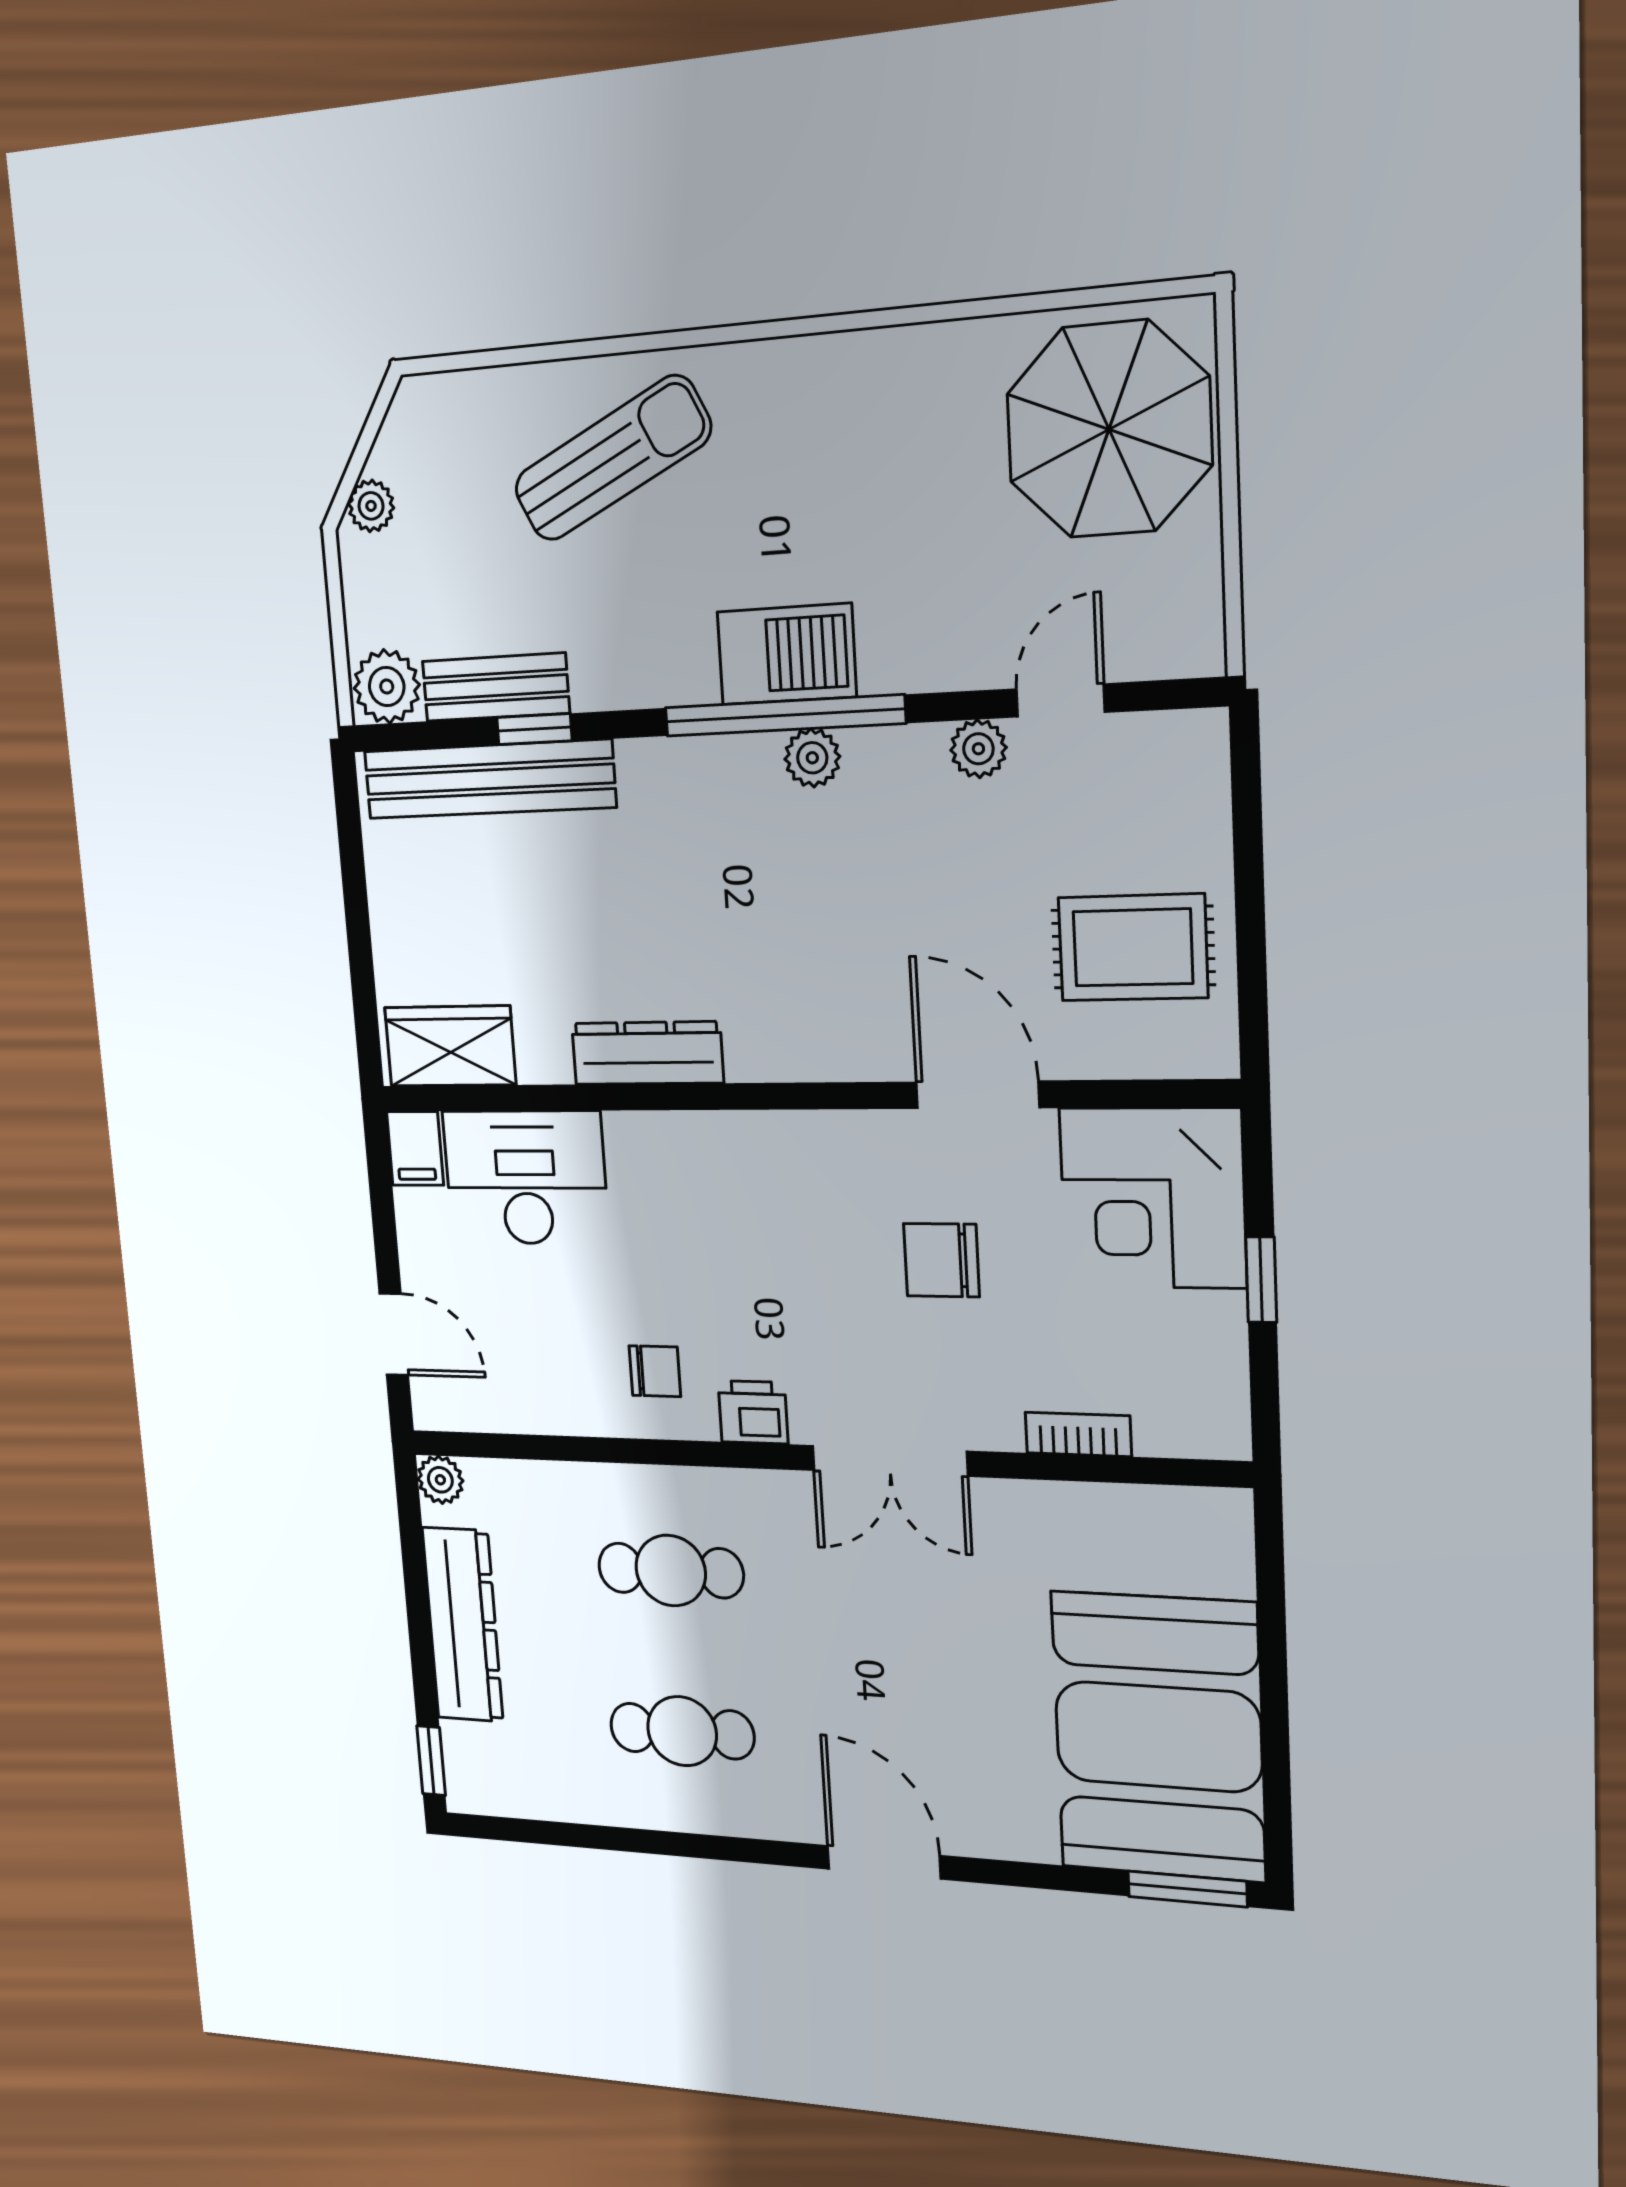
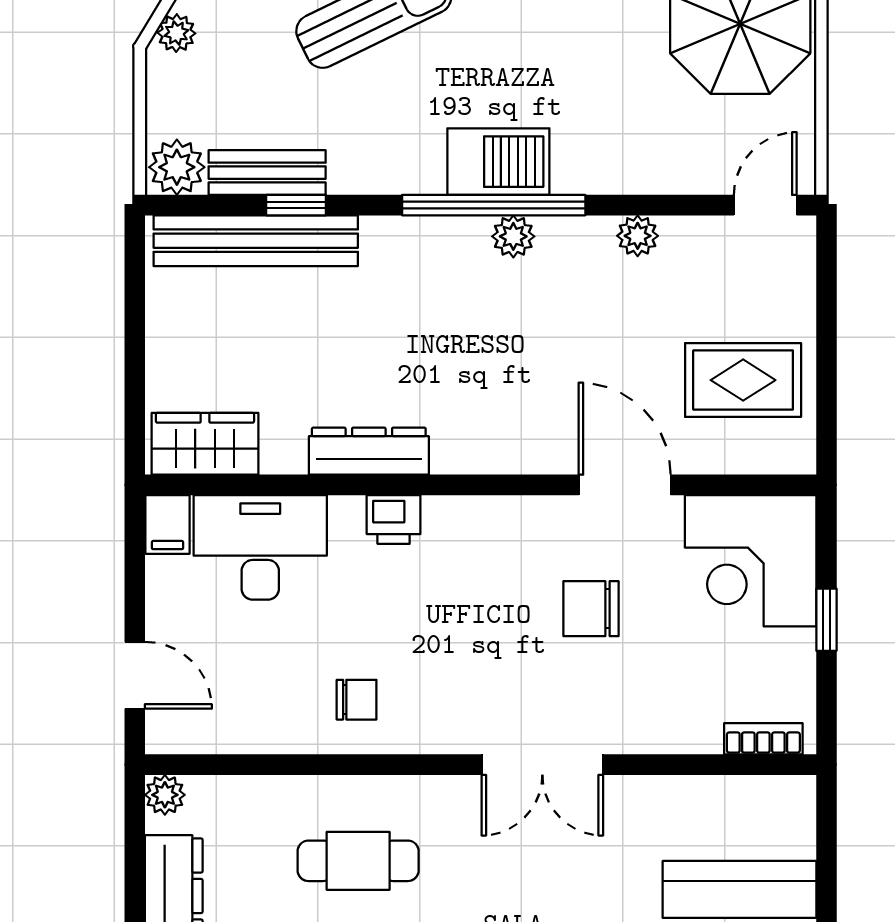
door: (1060, 701) -> (765, 205), moved
printer: (753, 1412) -> (394, 519), moved, turned 180
bookcase: (1078, 1434) -> (763, 739), moved

